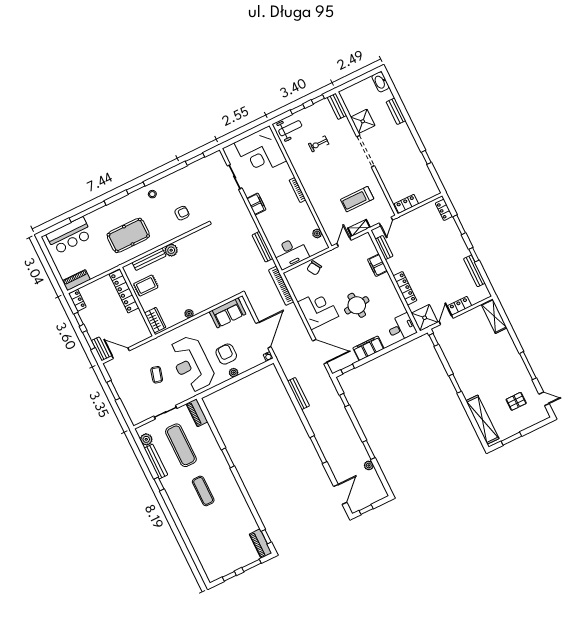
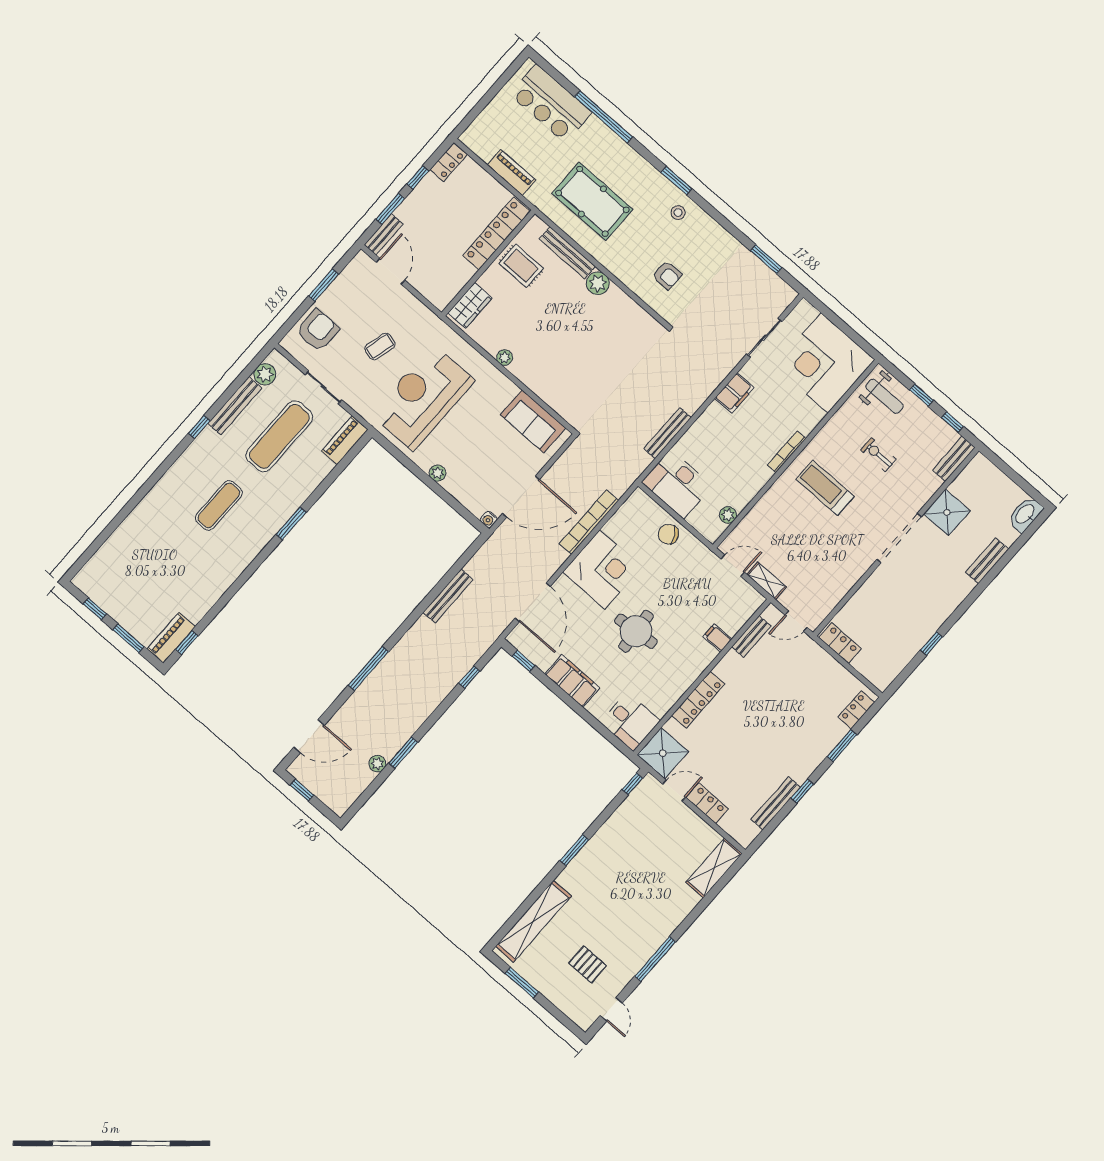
treadmill: (357, 199) -> (825, 488), moved
filing cabinet: (378, 265) -> (717, 638), width x0.50
piano: (76, 280) -> (511, 172), moved
bookcase: (281, 286) -> (589, 522), moved
armchair: (226, 354) -> (318, 330), moved

